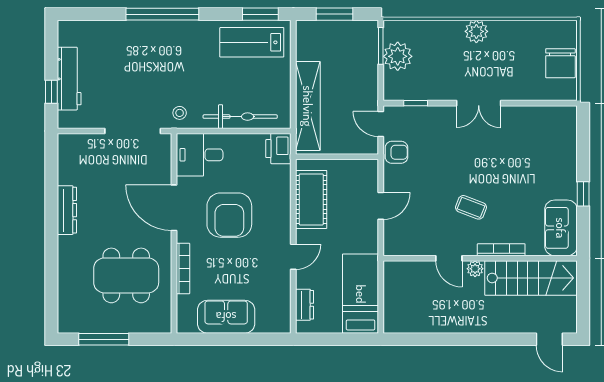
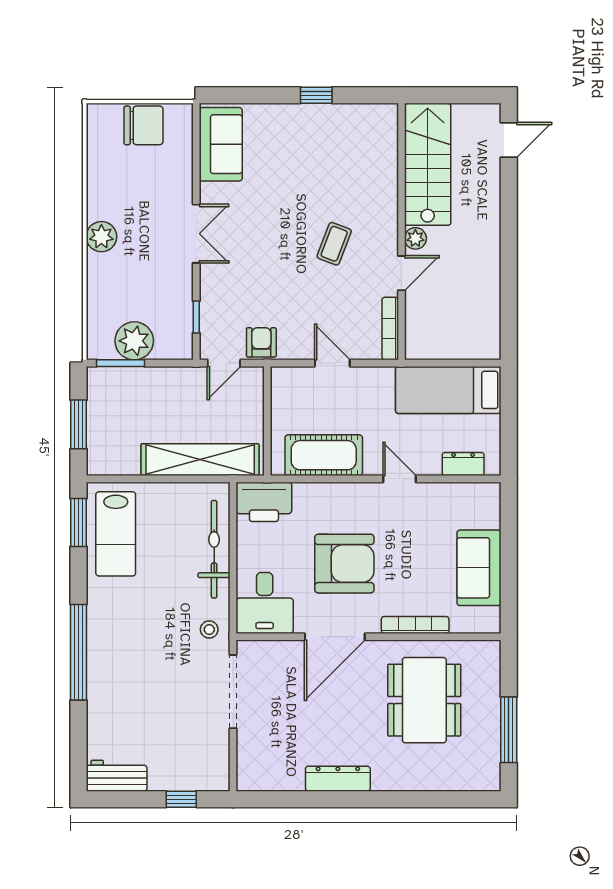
workbench: (69, 79) -> (117, 776), moved, width x0.73
printer: (278, 149) -> (264, 502), width x1.37, depth x1.19
sofa: (561, 228) -> (221, 144), moved, turned -90
bookcase: (501, 250) -> (390, 328), moved

